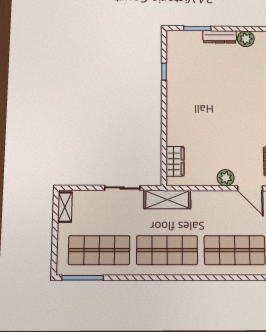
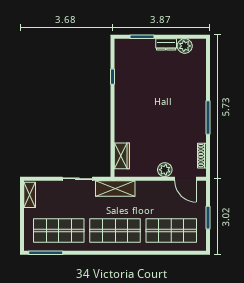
dresser: (220, 37) -> (166, 44), width x0.70

